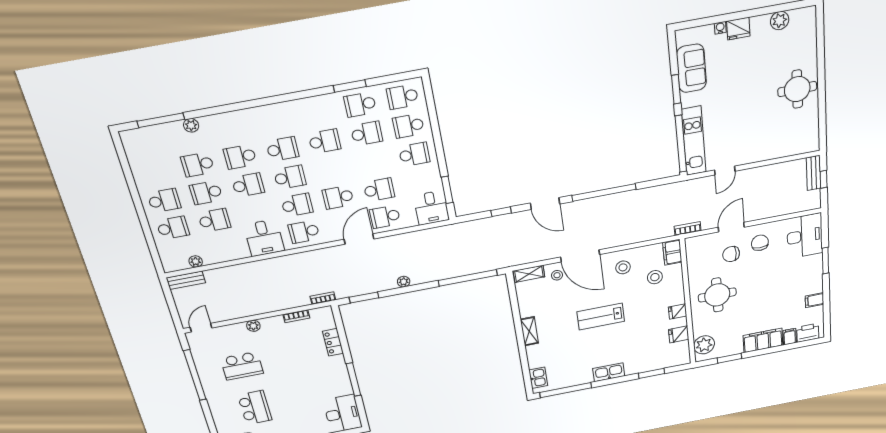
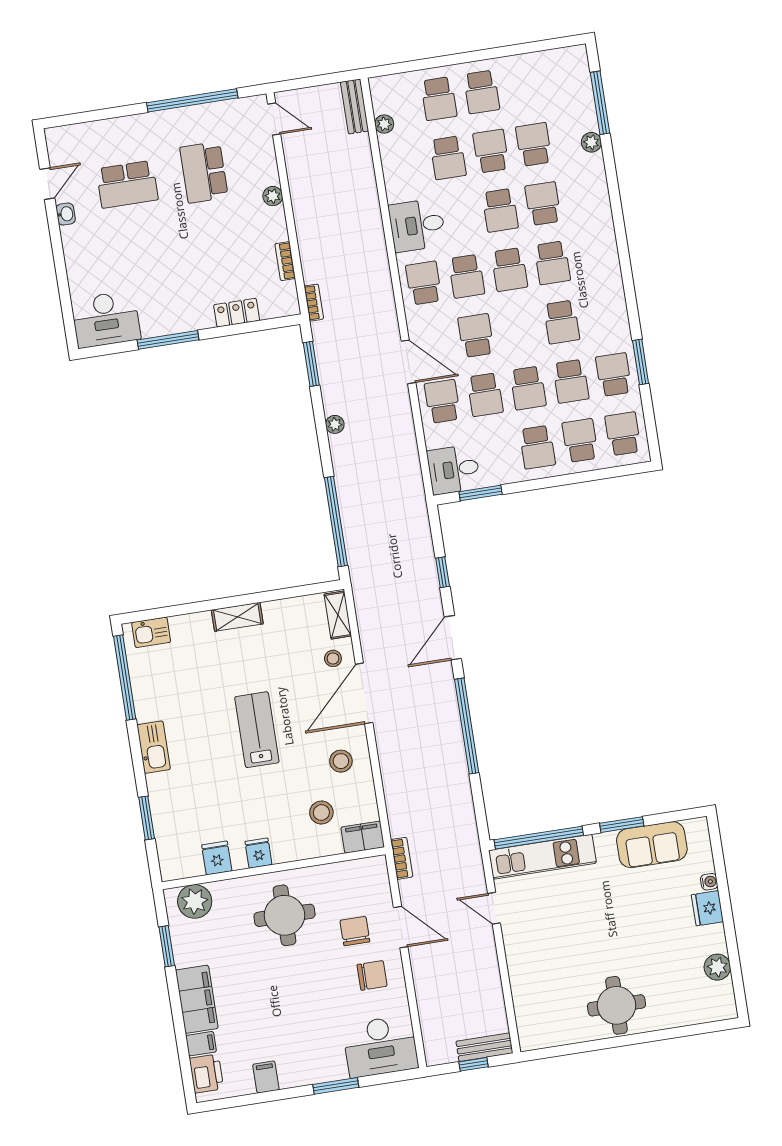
school desk: (373, 162) -> (528, 388), added

